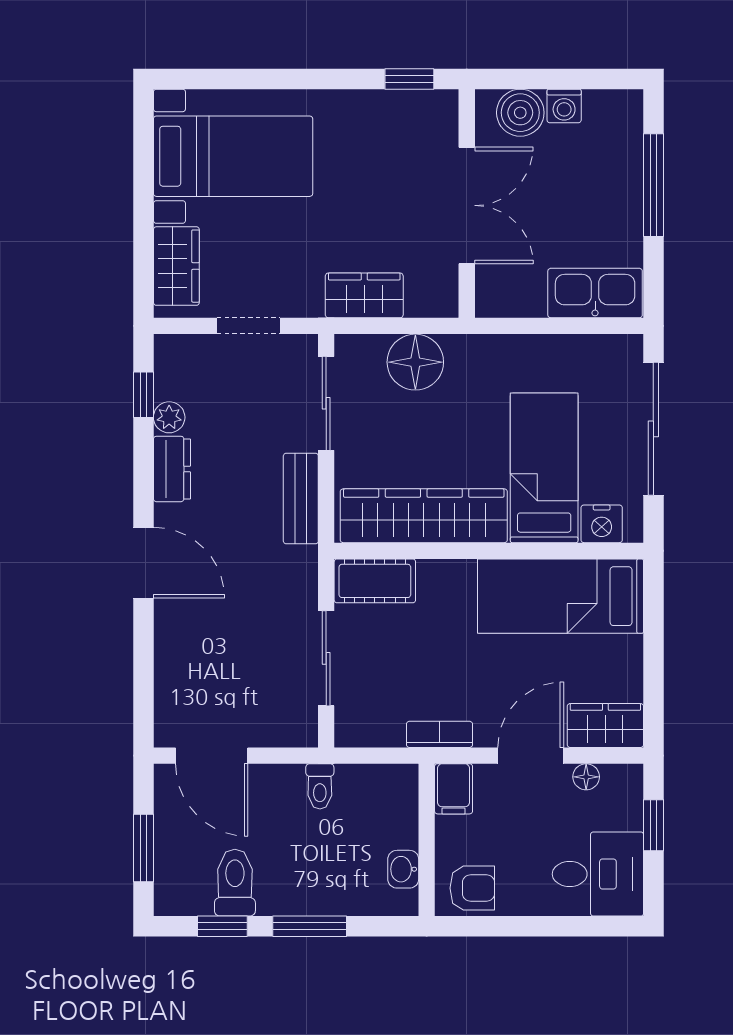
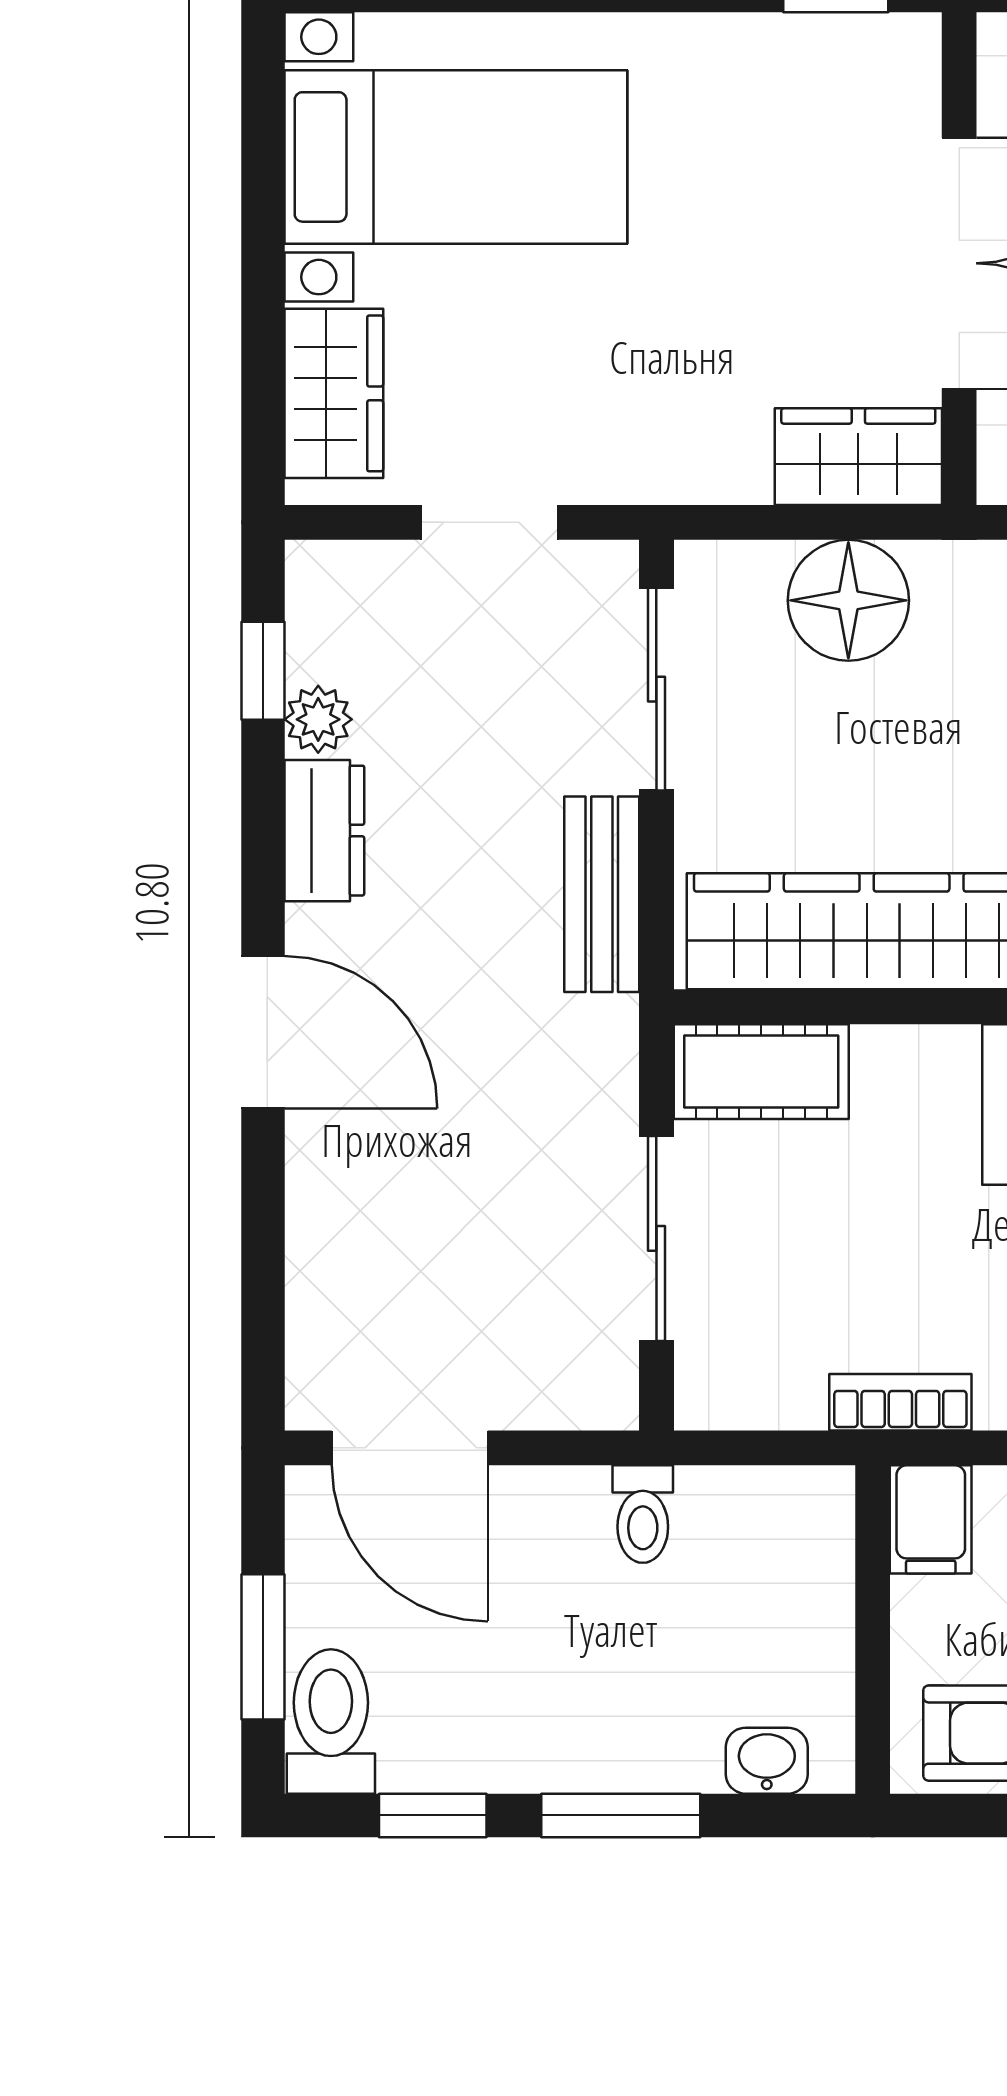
wardrobe: (364, 295) -> (858, 457), moved
washbasin: (403, 869) -> (767, 1761), moved, turned 90
toilet: (235, 883) -> (331, 1721), moved

